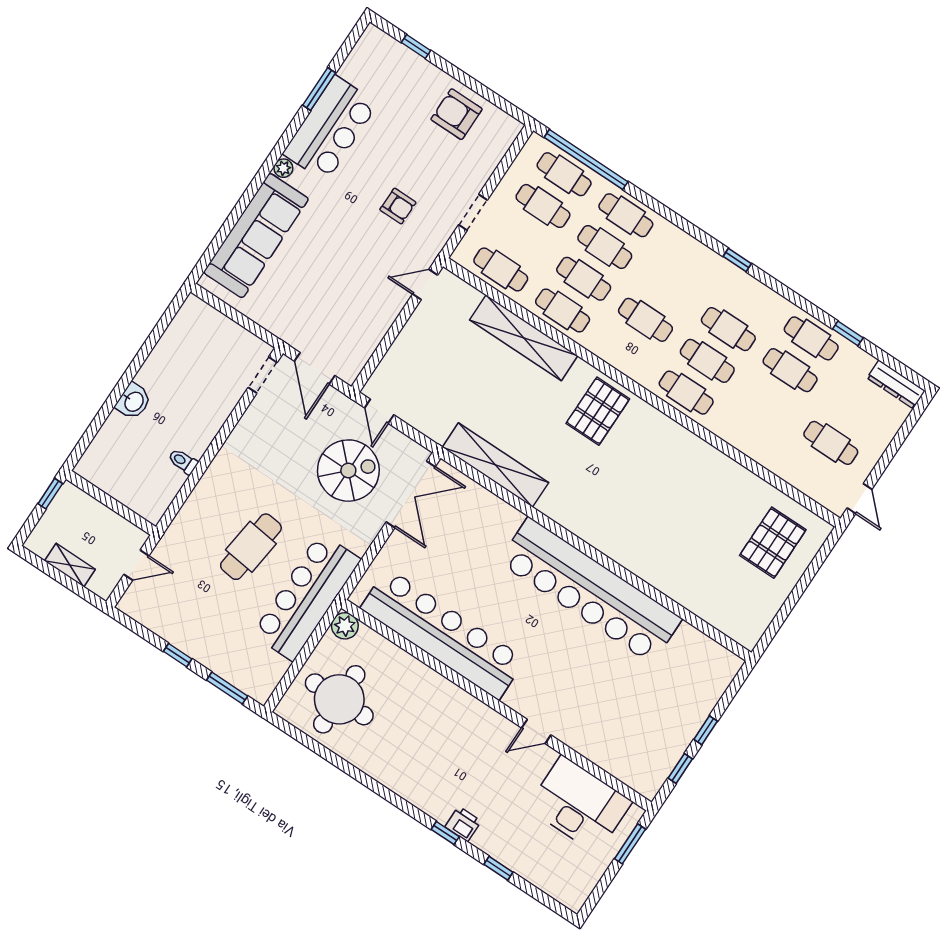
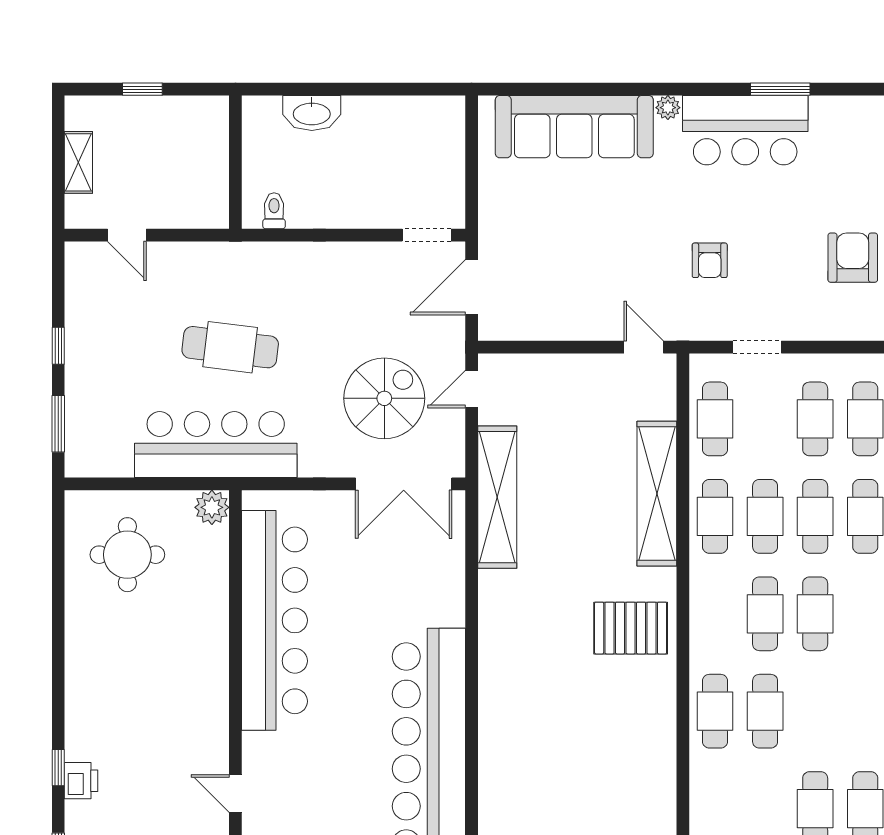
cafe table: (728, 329) -> (815, 614), moved
washbasin: (133, 401) -> (312, 113), width x1.38
shelving: (495, 465) -> (497, 497), moved
spiral stairs: (348, 471) -> (384, 398), turned -90
wall: (111, 503) -> (235, 162), moved
round table: (339, 699) -> (127, 555), width x0.73, depth x0.73

